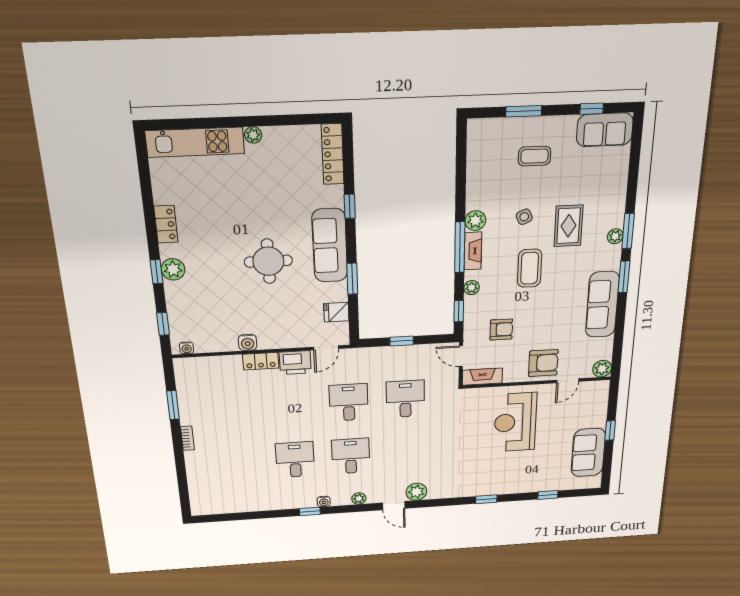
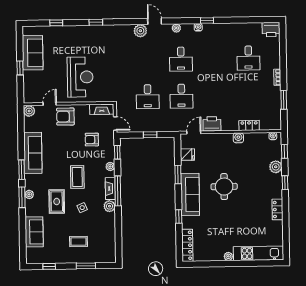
sofa: (605, 130) -> (34, 232), moved, turned 90
plant: (173, 269) -> (276, 167), moved
locker: (261, 361) -> (249, 125), moved
desk: (295, 460) -> (248, 58), moved
printer: (204, 505) -> (271, 29), added

